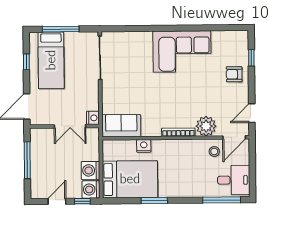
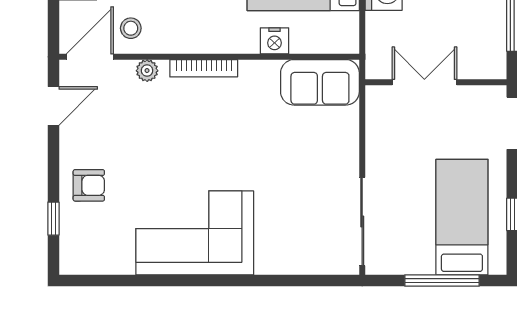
nightstand: (93, 118) -> (378, 99), removed
plant: (206, 126) -> (147, 71), width x0.53, depth x0.53

